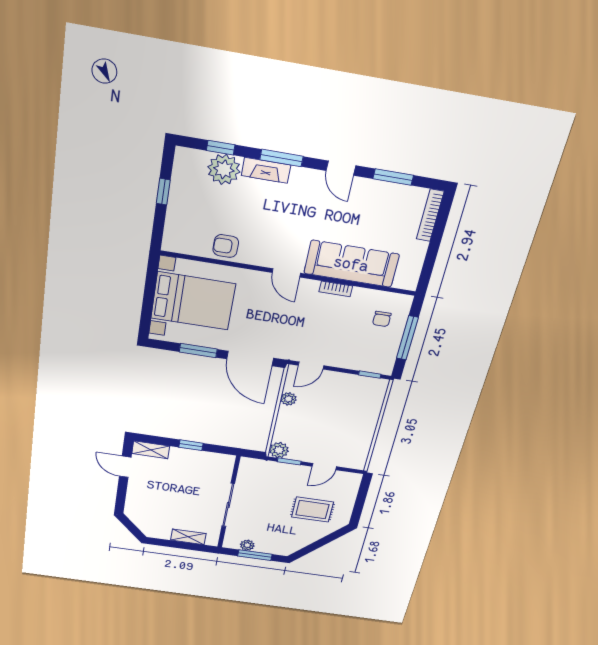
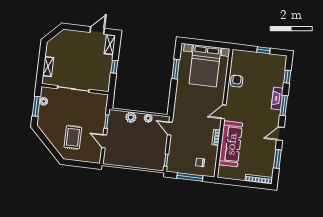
plant: (224, 169) -> (276, 79), removed
door: (250, 358) -> (172, 96), removed
plant: (279, 450) -> (131, 117), moved

